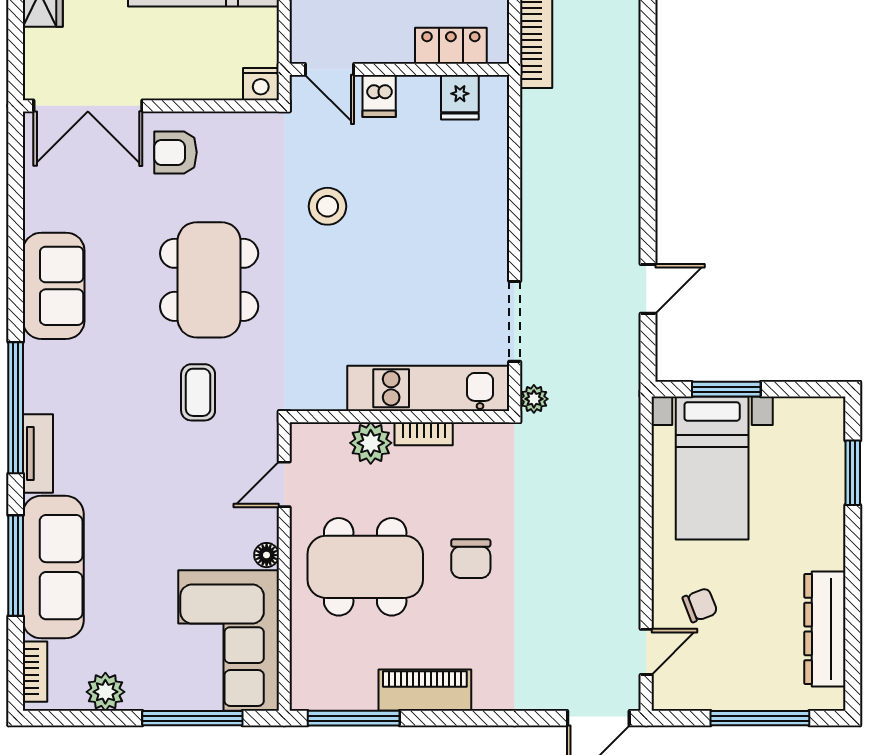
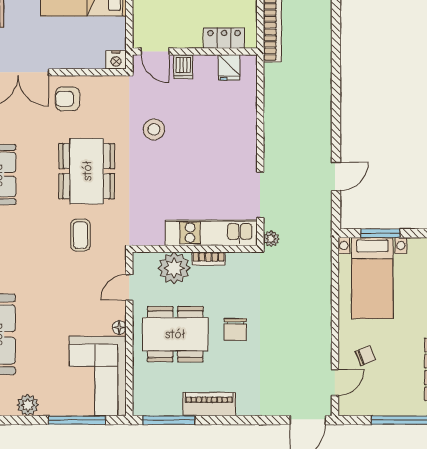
plant: (371, 443) -> (174, 268), width x1.36, depth x1.36

